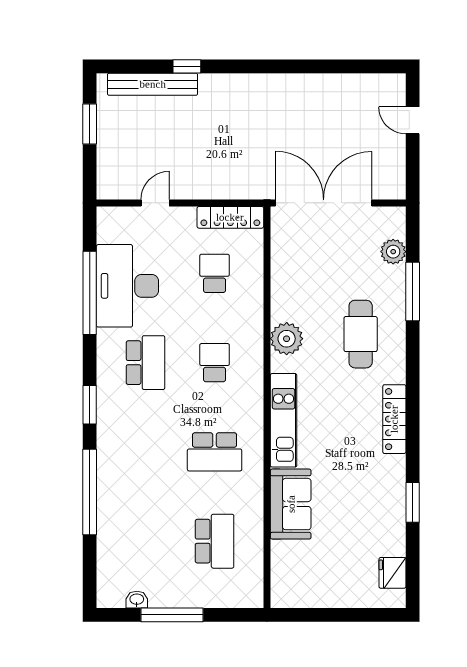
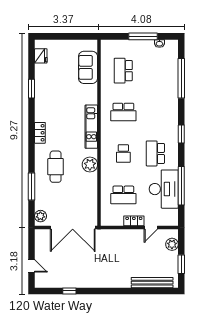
window: (187, 66) -> (69, 291), moved
plant: (110, 167) -> (172, 244), added
locker: (230, 217) -> (134, 221), moved, width x0.66
plant: (393, 252) -> (40, 216), moved
school desk: (215, 273) -> (123, 195), width x1.85
locker: (394, 419) -> (40, 133), width x0.66
school desk: (215, 452) -> (123, 112), turned 180
window: (90, 492) -> (181, 78), moved
sofa: (291, 504) -> (88, 67), moved

